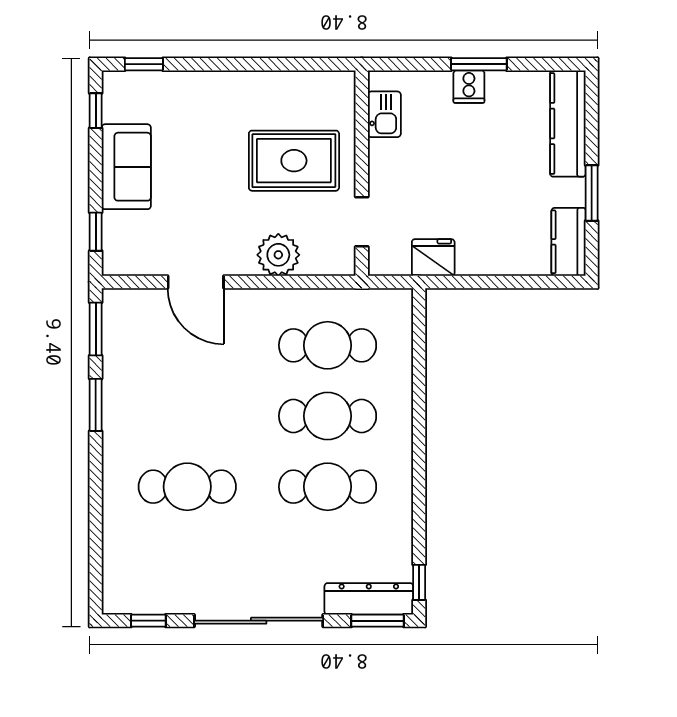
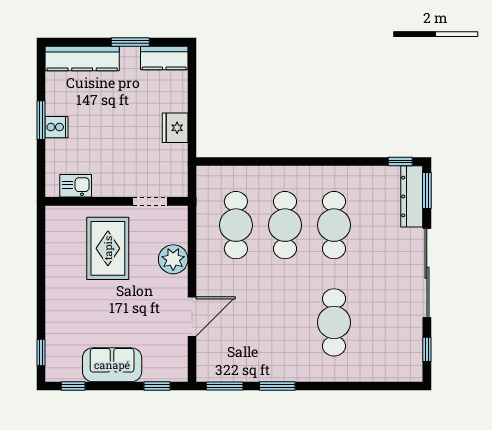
fridge: (433, 258) -> (175, 128), moved

